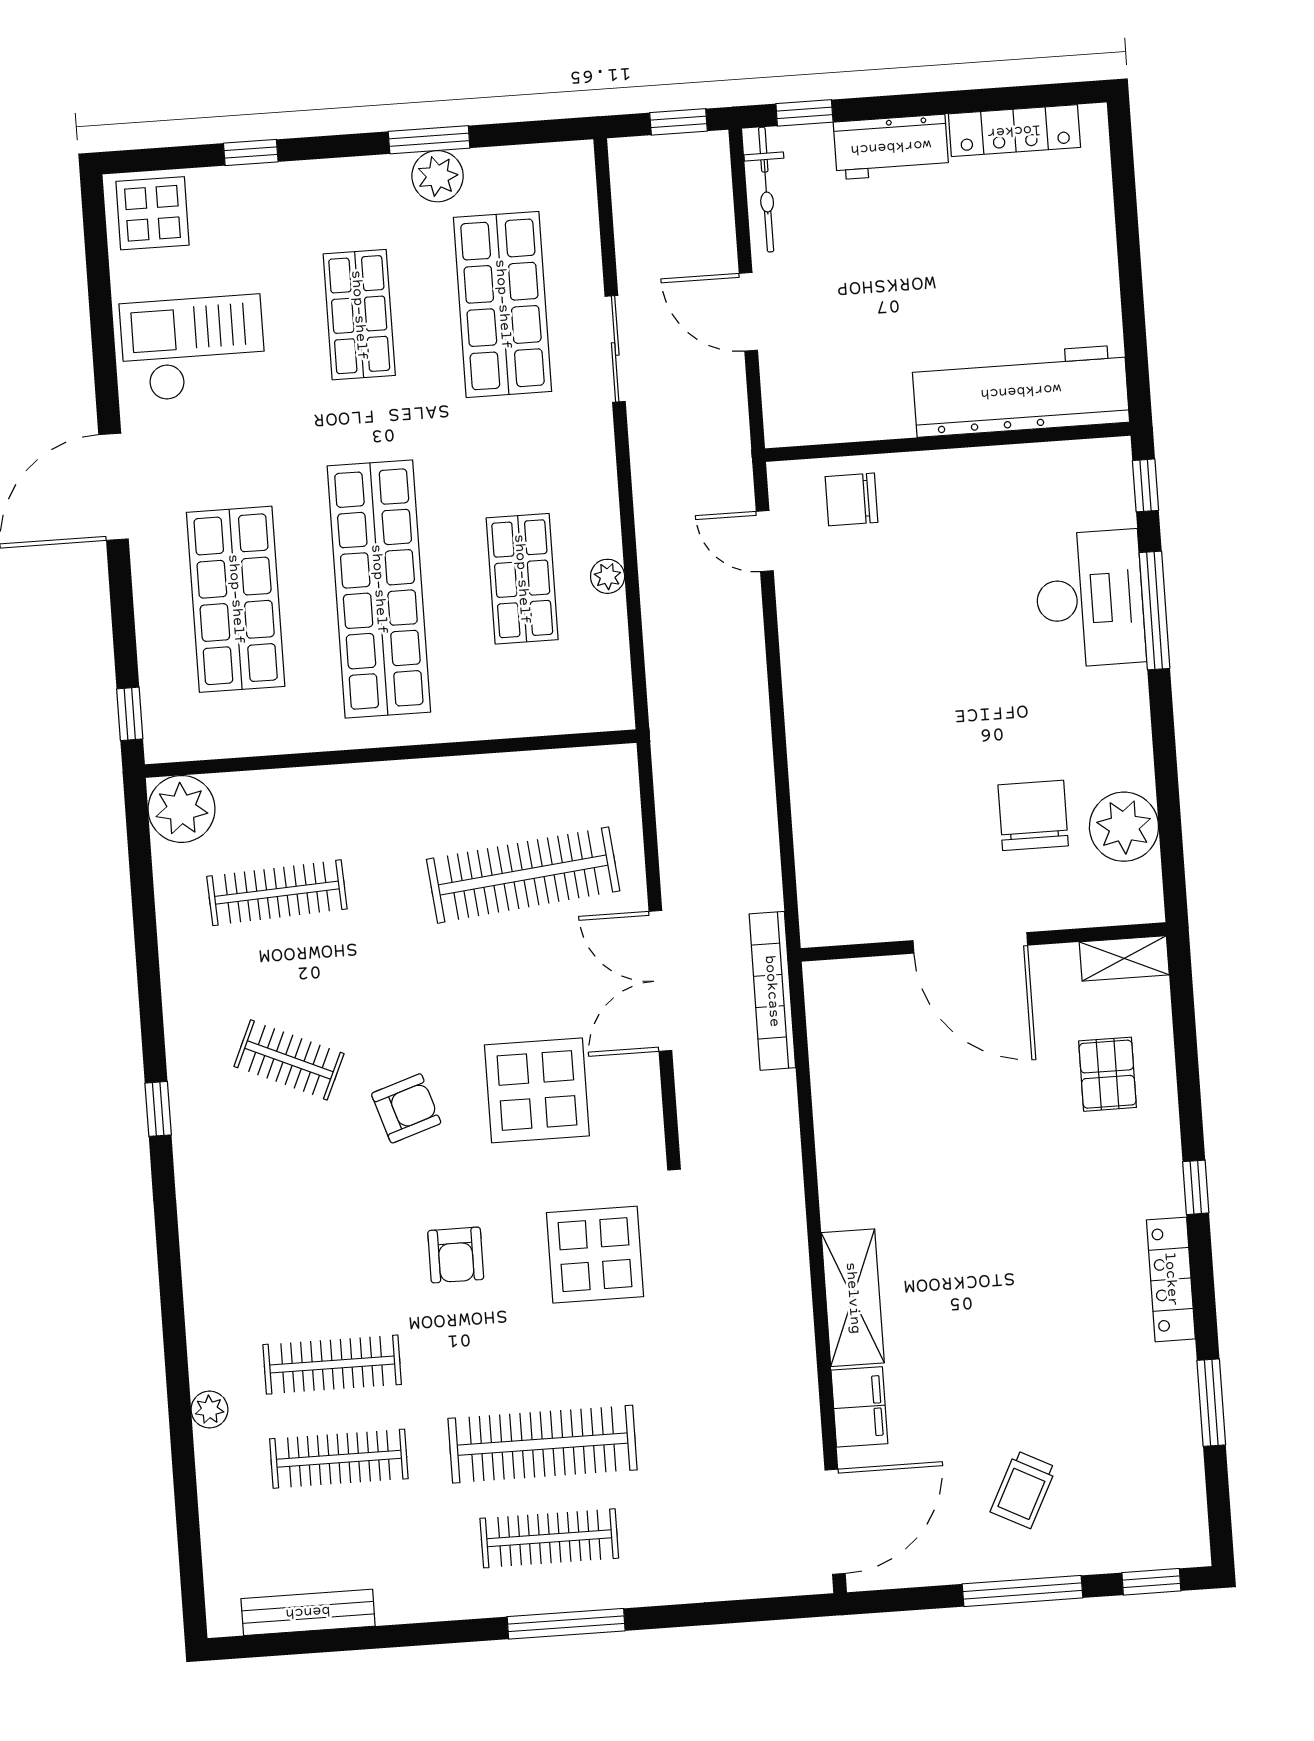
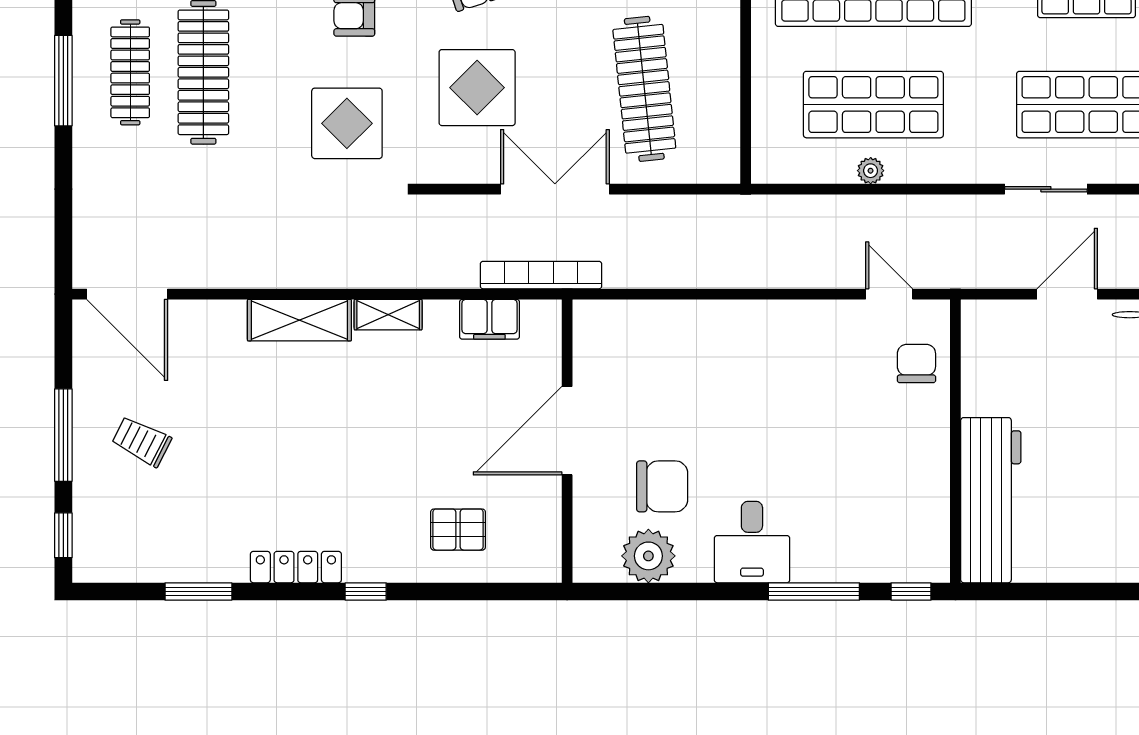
door: (765, 541) -> (889, 294), hinge flipped
shop shelf: (522, 579) -> (873, 105), width x1.43, depth x1.36
desk: (1090, 599) -> (752, 542), moved, width x0.73
shelving: (1124, 958) -> (388, 315), moved, turned 90
filing cabinet: (859, 1407) -> (489, 319), moved

